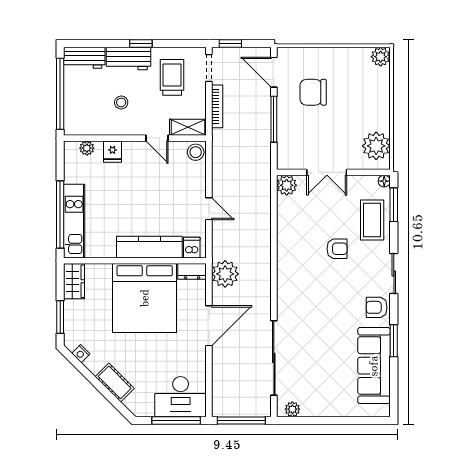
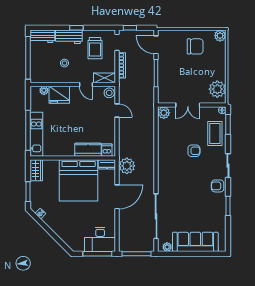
trolley: (172, 77) -> (95, 48), turned 180
chair: (313, 92) -> (195, 46), moved, turned 180
fridge: (112, 152) -> (59, 95), width x1.88, depth x1.34
door: (209, 209) -> (117, 111), moved
kitchen counter: (149, 247) -> (88, 150), width x0.67
sofa: (374, 366) -> (195, 242), moved, turned 90
cot: (115, 382) -> (61, 231), removed

